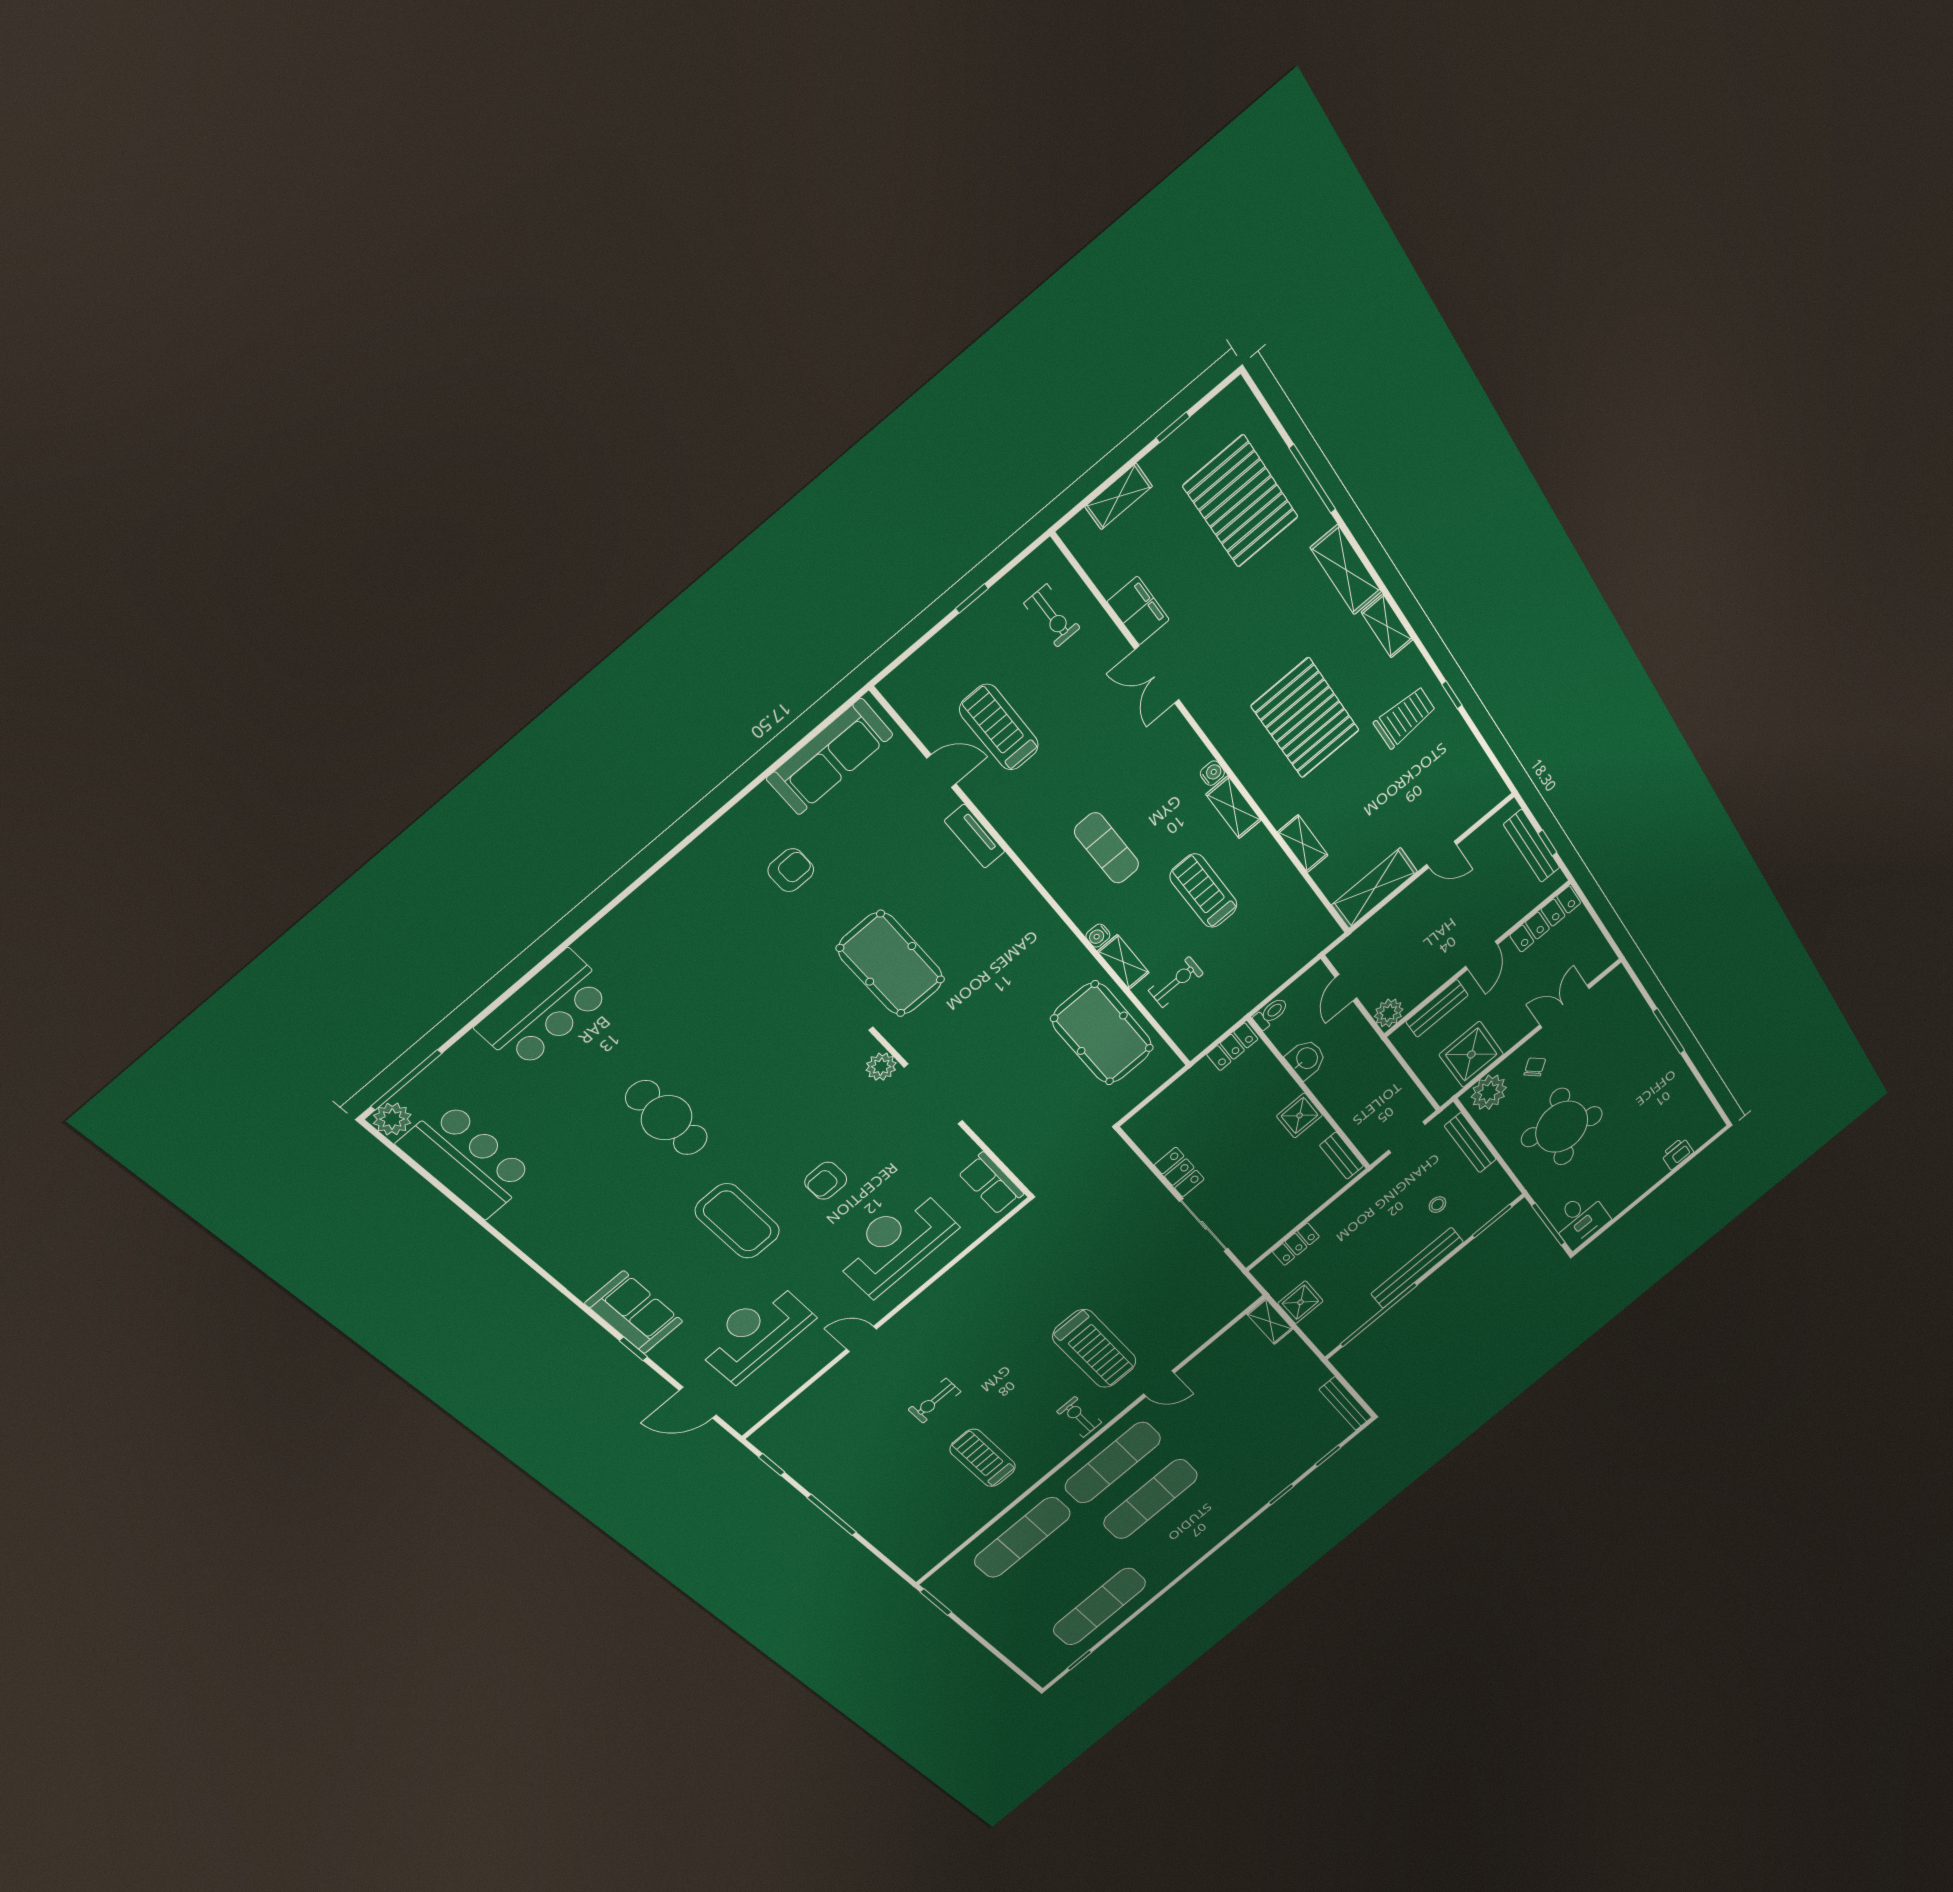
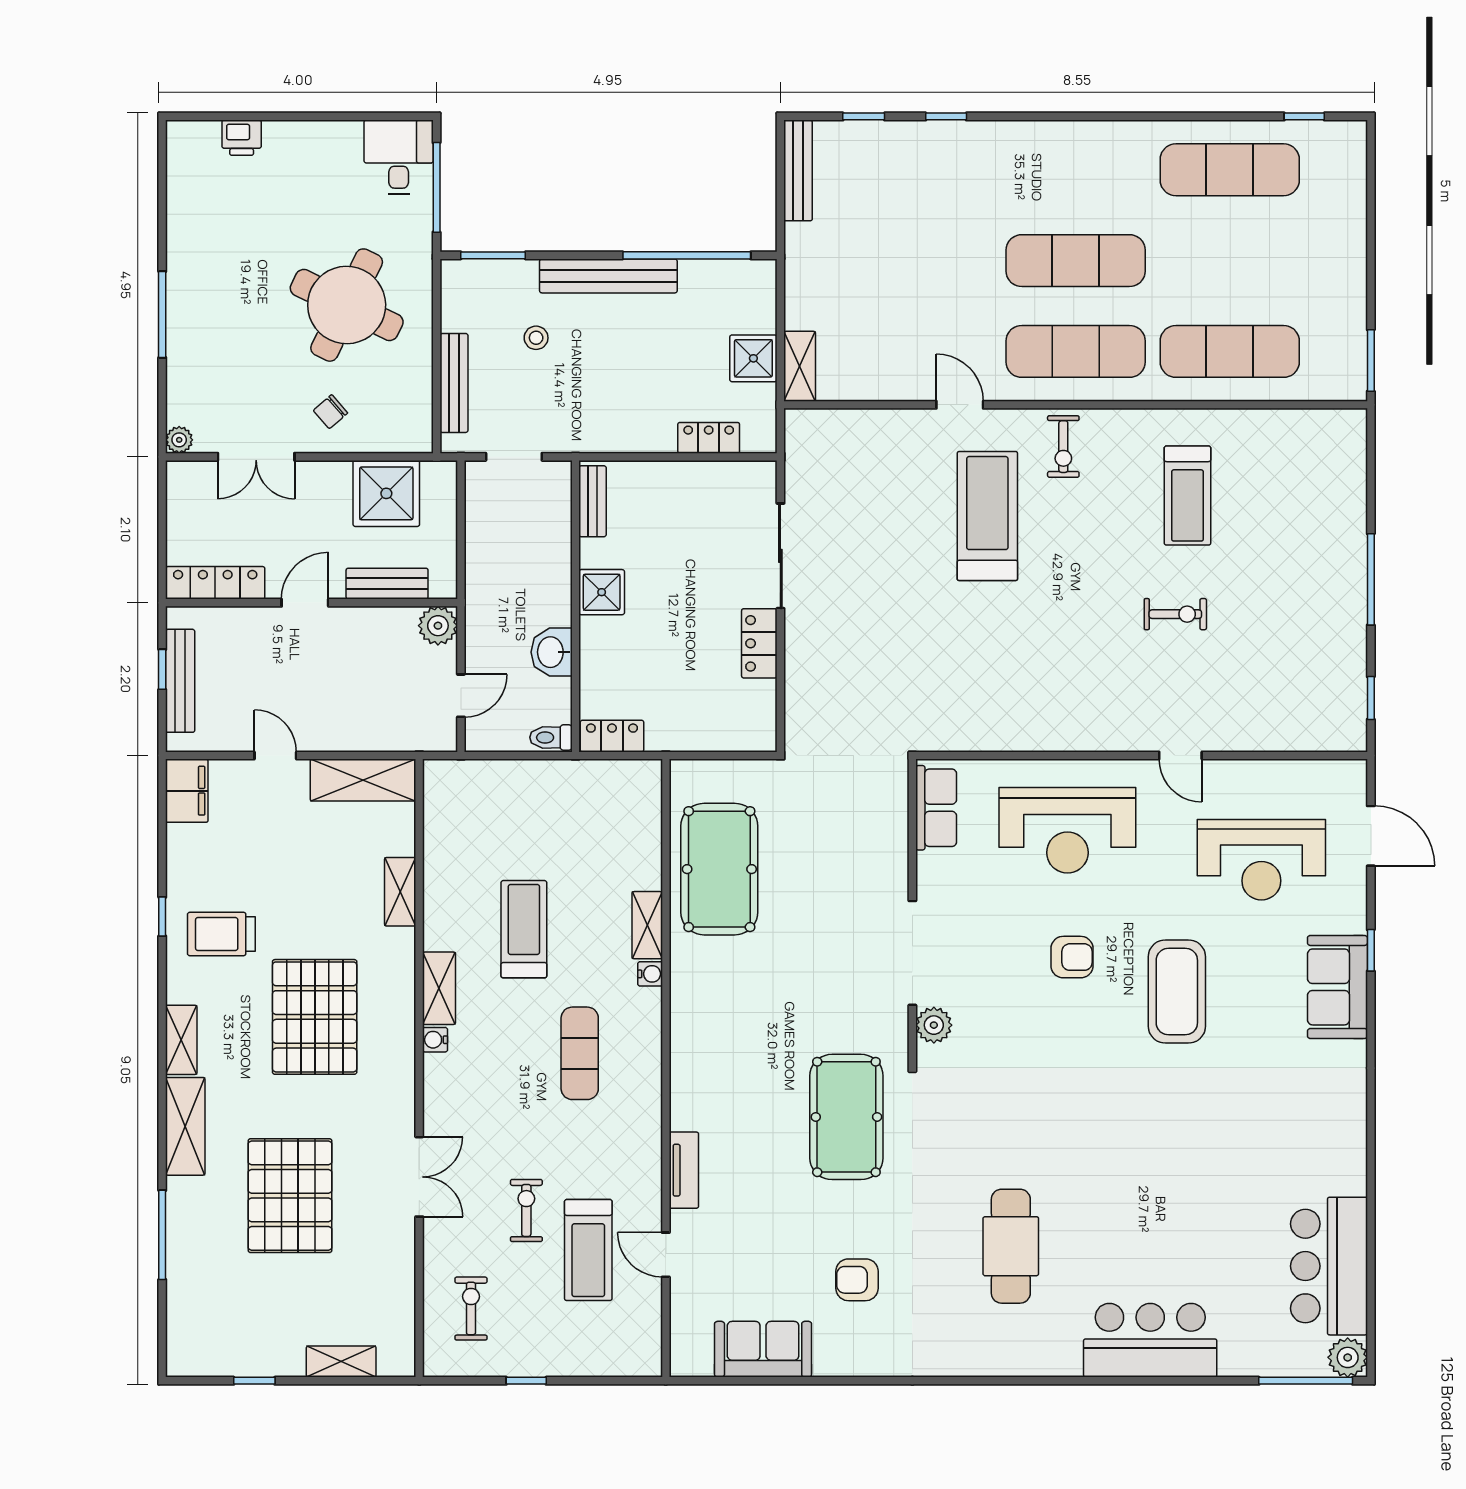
pallet: (1241, 501) -> (290, 1196), moved
filing cabinet: (1138, 611) -> (187, 791), moved, turned 180
sofa: (830, 757) -> (763, 1349), width x0.73
treadmill: (1204, 891) -> (524, 929), turned 180
exercise bike: (1176, 982) -> (526, 1210), moved, turned 90
plant: (1489, 1092) -> (179, 440), moved, width x0.53, depth x0.53
cafe table: (667, 1118) -> (1011, 1246), moved

